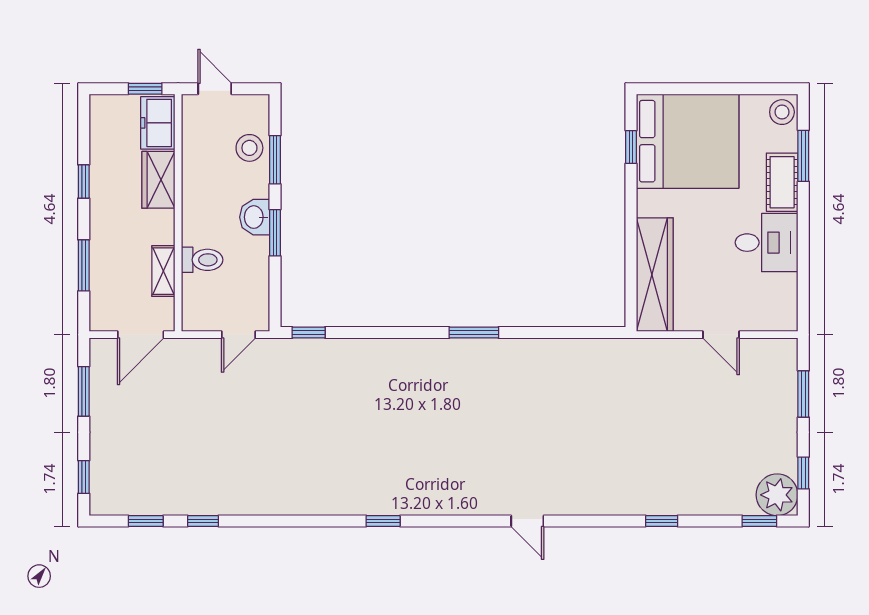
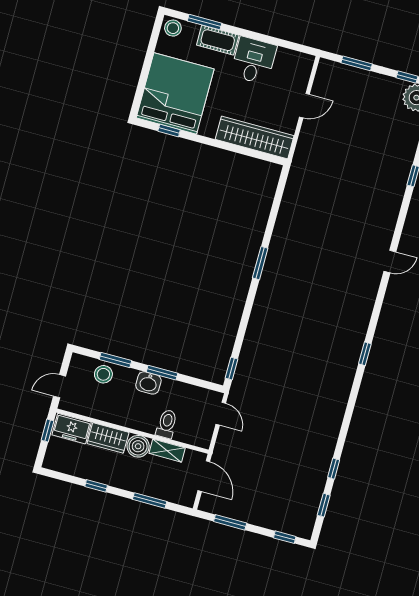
boiler: (158, 227) -> (138, 446), added

